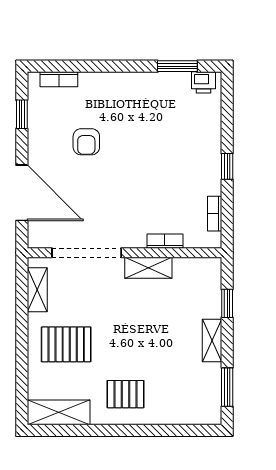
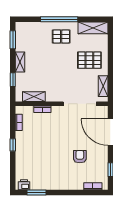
shelving: (148, 268) -> (34, 97), moved
window: (130, 430) -> (59, 19), added

